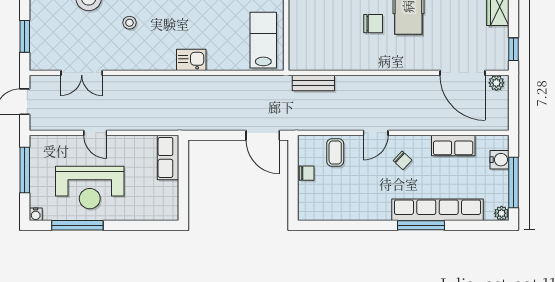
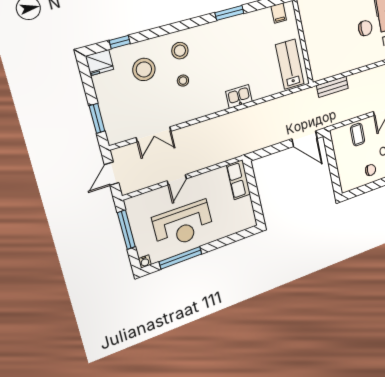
door: (95, 133) -> (177, 180), hinge flipped
chair: (307, 173) -> (371, 170), moved

